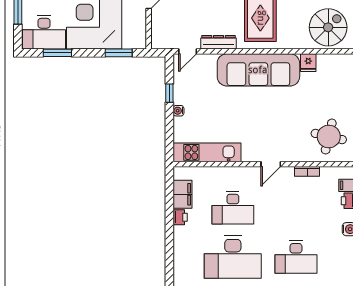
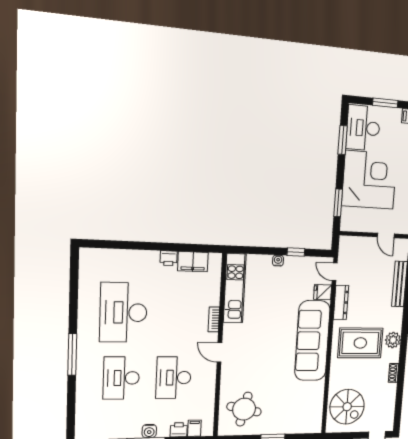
fridge: (308, 63) -> (323, 292), moved
bookcase: (307, 171) -> (214, 319), moved
desk: (233, 208) -> (174, 378), moved

